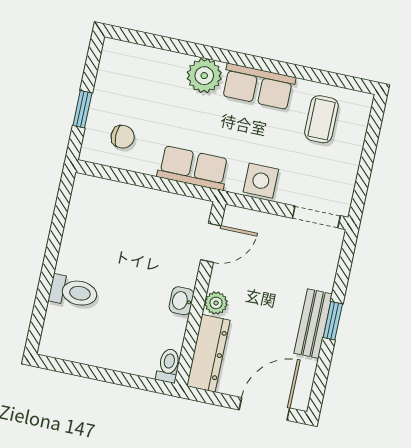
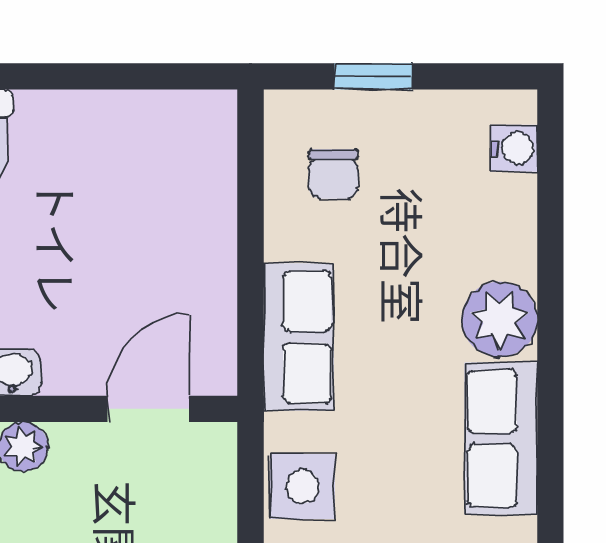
water cooler: (128, 53) -> (514, 148), added
door: (211, 243) -> (148, 409), swing flipped

